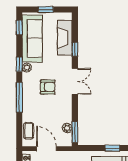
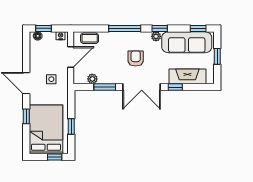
double door: (75, 81) -> (142, 87), width x1.37
armchair: (48, 87) -> (136, 58), turned 180
window: (75, 132) -> (105, 87), moved

